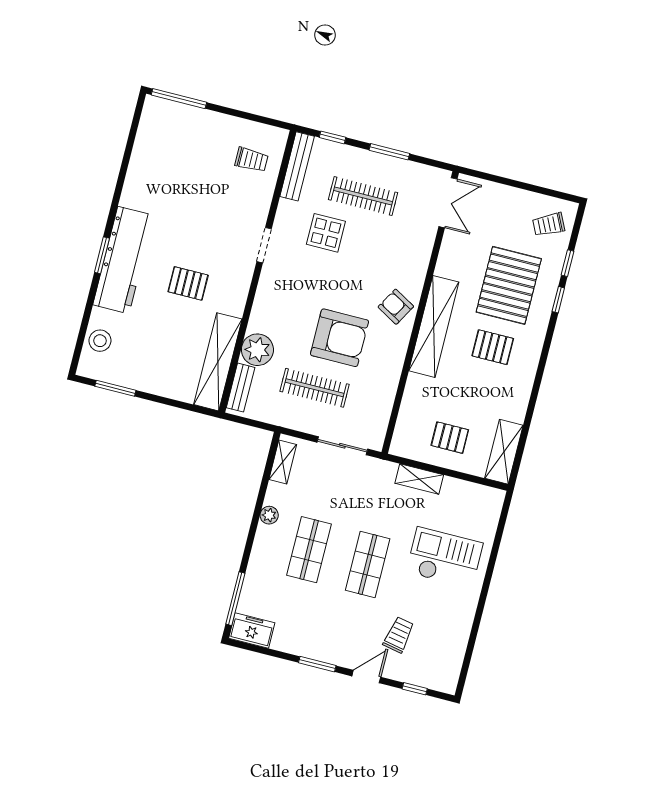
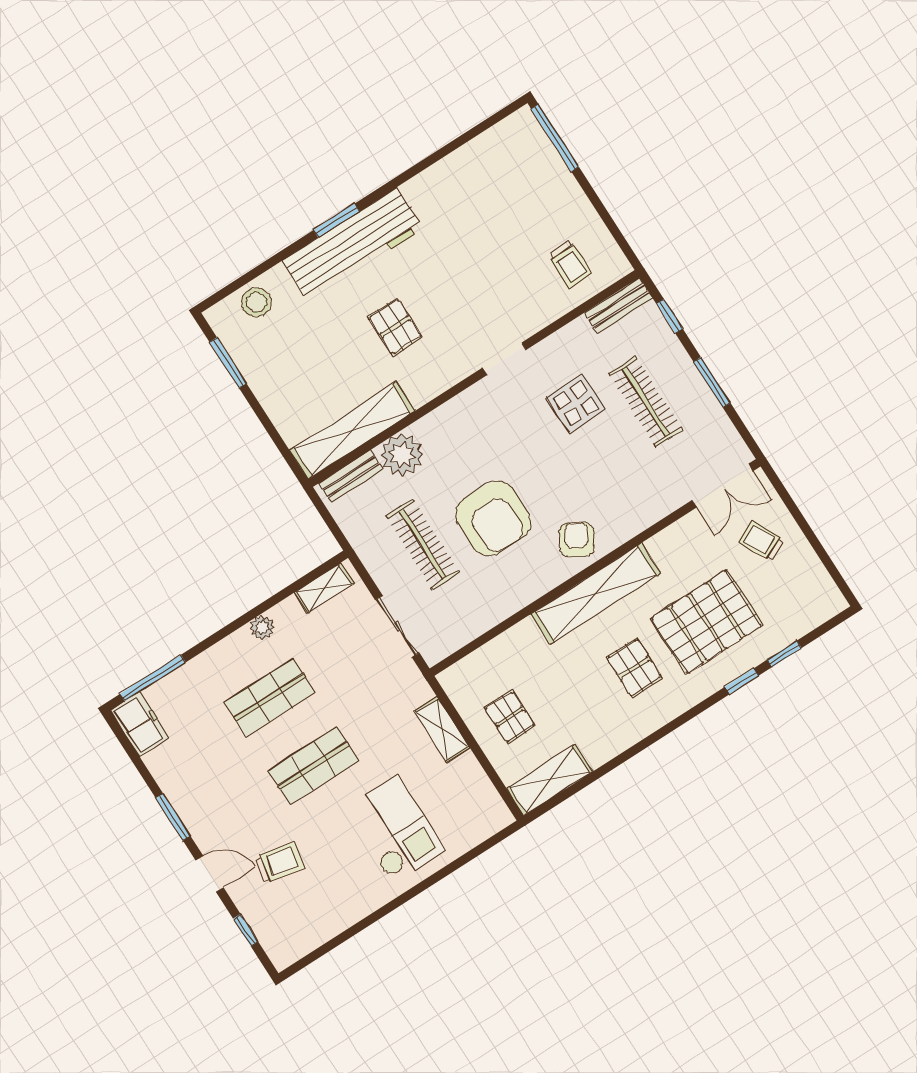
bench: (297, 166) -> (618, 306), width x0.73
trolley: (549, 224) -> (762, 541), moved

